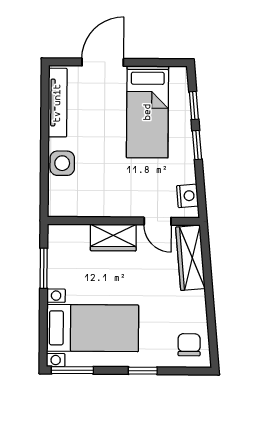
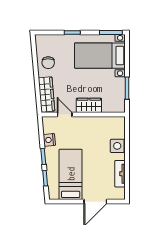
tv unit: (58, 103) -> (120, 174), width x0.71
nightstand: (187, 196) -> (49, 140), moved
chair: (189, 345) -> (48, 63), moved

